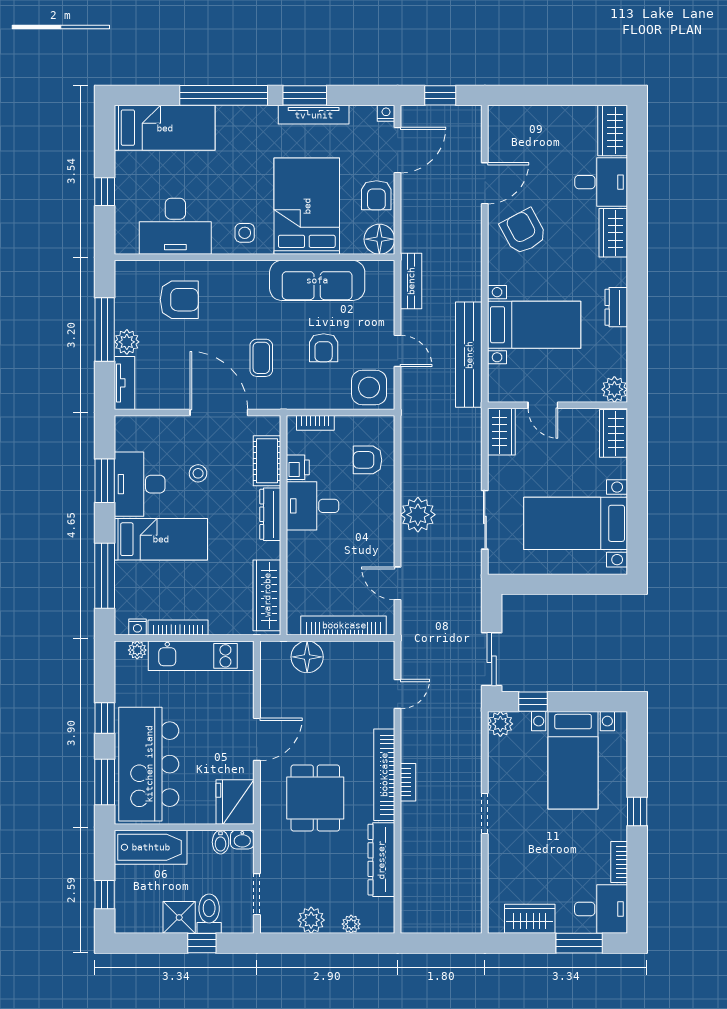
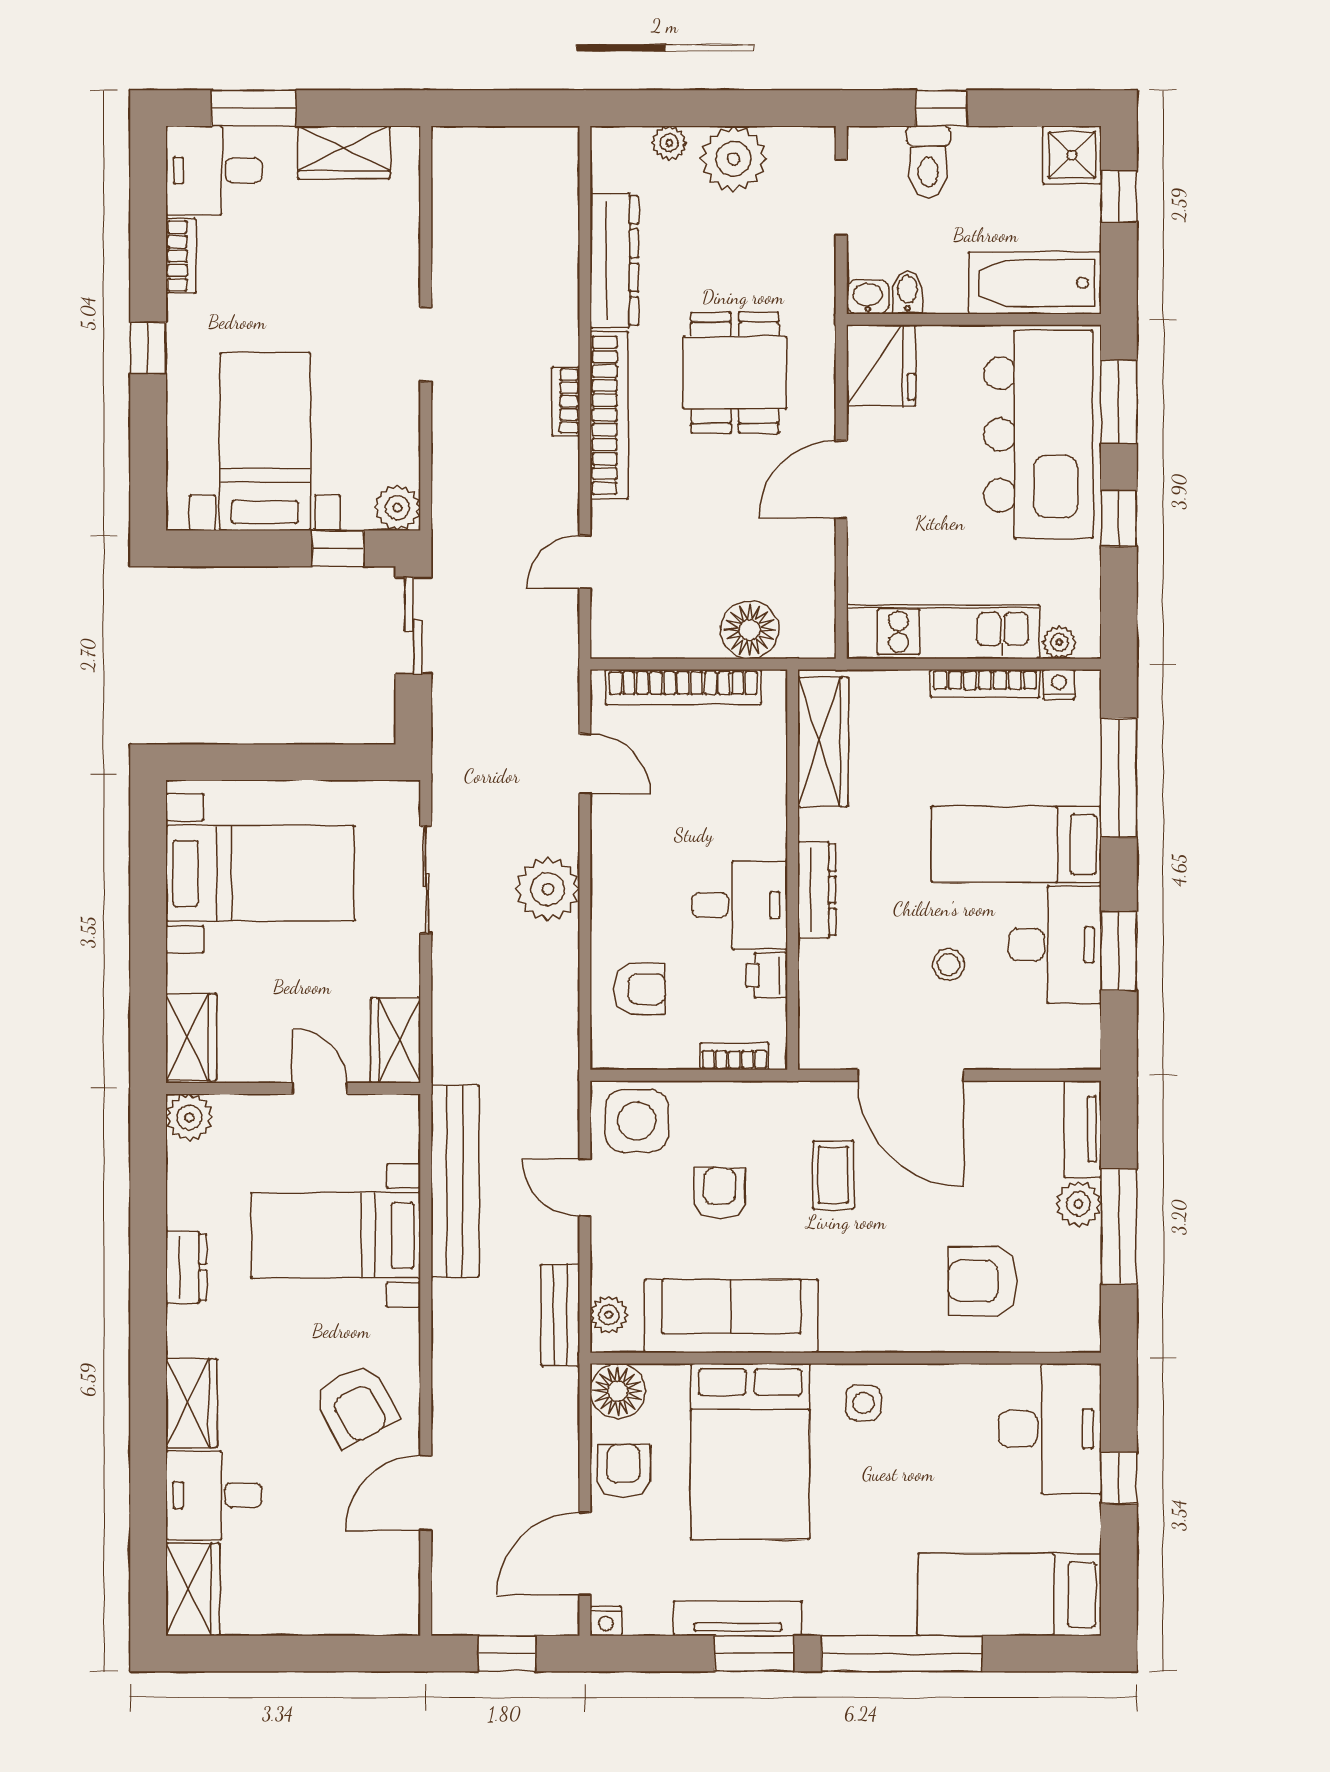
desk: (175, 226) -> (1050, 1429), moved, turned 90
plant: (384, 281) -> (609, 1315), added
cot: (267, 461) -> (823, 987), removed
shower: (179, 917) -> (1072, 155), moved
plant: (311, 920) -> (733, 159), width x1.36, depth x1.36

